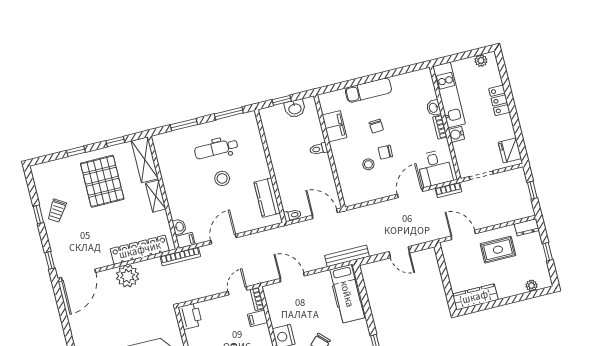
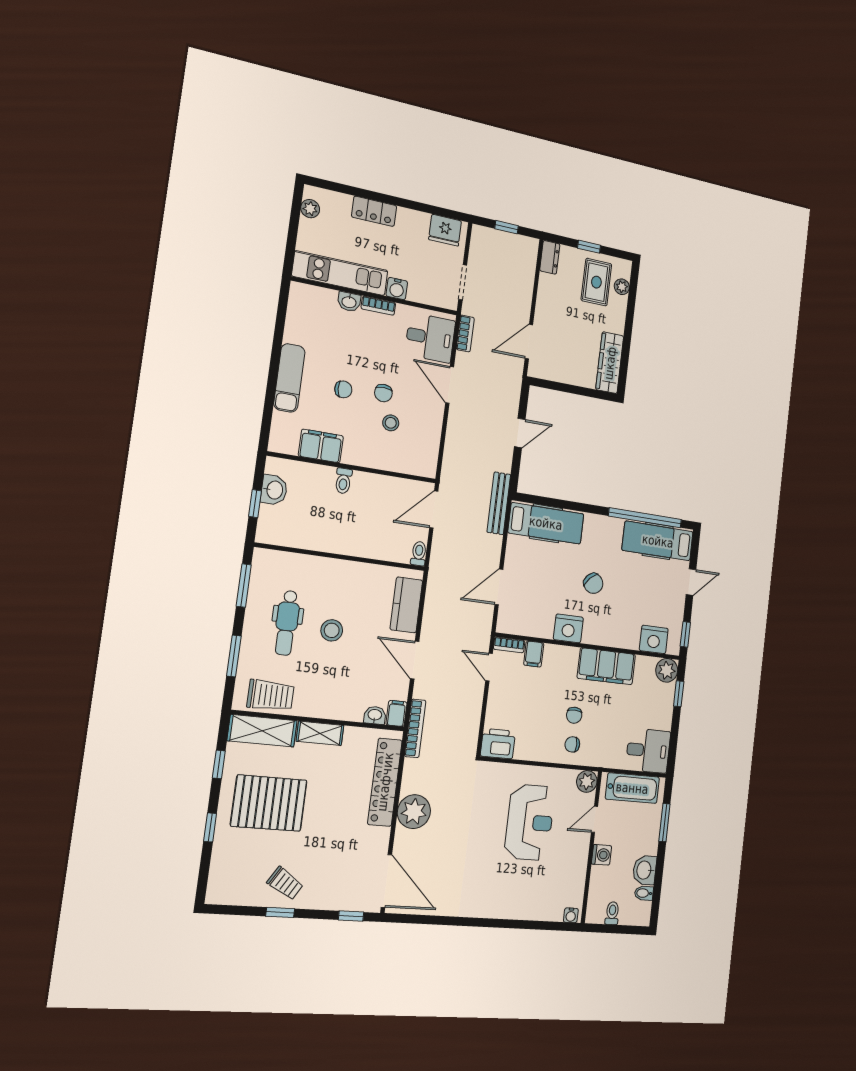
trolley: (168, 156) -> (271, 695), added
kitchen counter: (267, 198) -> (406, 605), moved, turned 90
rug: (498, 250) -> (596, 282), moved

